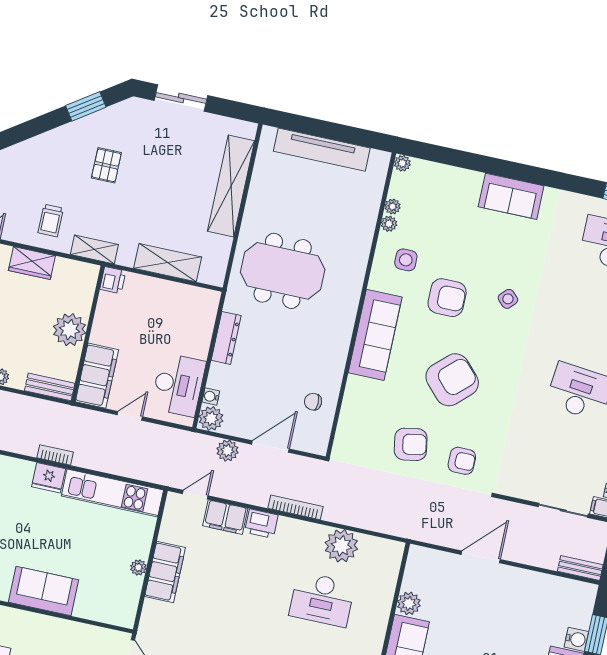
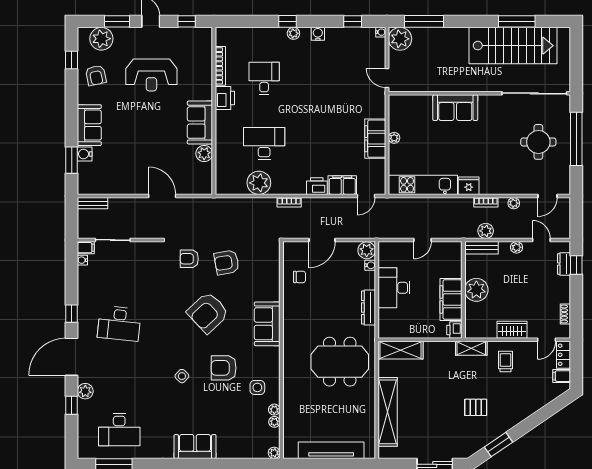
pallet: (106, 165) -> (476, 407), turned 90
shelving: (168, 263) -> (401, 350), moved
sofa: (375, 335) -> (267, 324), width x0.73
filing cabinet: (97, 376) -> (451, 300), moved
desk: (178, 385) -> (394, 288), moved
plant: (227, 451) -> (486, 231), moved
bookcase: (55, 455) -> (486, 202), moved
bookcase: (296, 507) -> (289, 202), width x0.64
door: (481, 557) -> (162, 196), swing flipped

